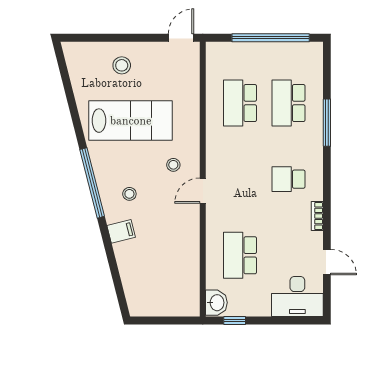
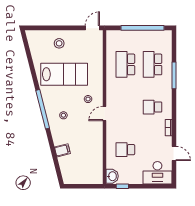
filing cabinet: (121, 231) -> (62, 150), moved
school desk: (240, 255) -> (125, 150), width x0.54

